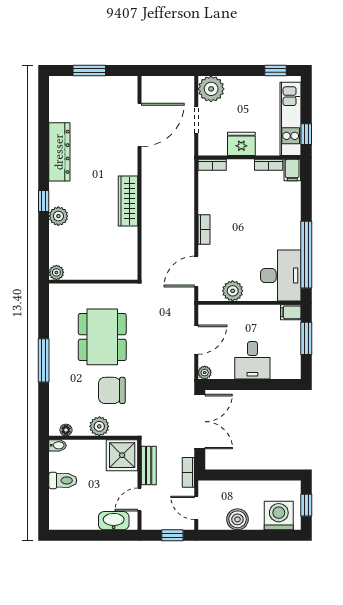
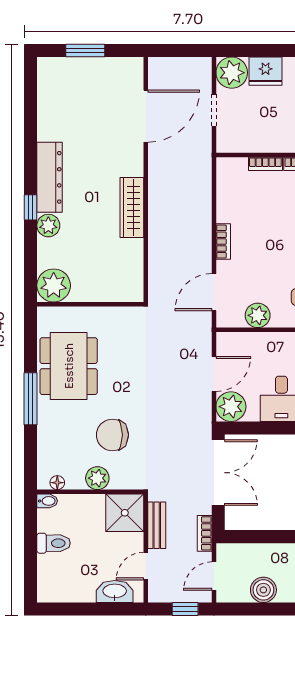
fridge: (241, 144) -> (266, 71), moved, turned 180
dresser: (59, 152) -> (49, 177), moved
bookcase: (212, 165) -> (265, 164), moved
plant: (56, 272) -> (54, 285), width x1.88, depth x1.88
dining table: (102, 337) -> (69, 366), moved
plant: (205, 373) -> (231, 407), width x1.88, depth x1.88
door: (196, 508) -> (214, 576), hinge flipped

